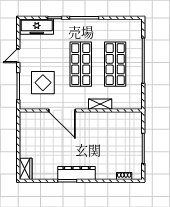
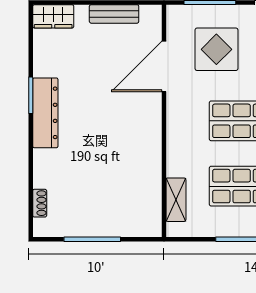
shelving: (100, 104) -> (176, 200), moved
door: (62, 110) -> (164, 66), moved
bench: (24, 137) -> (114, 14), added

